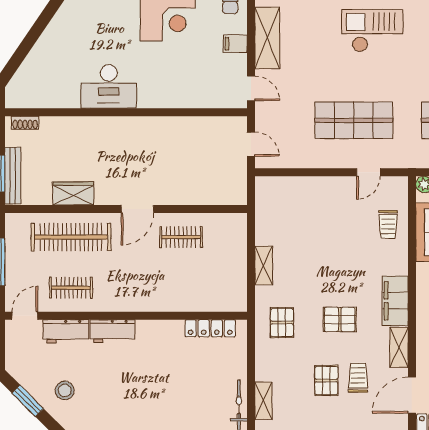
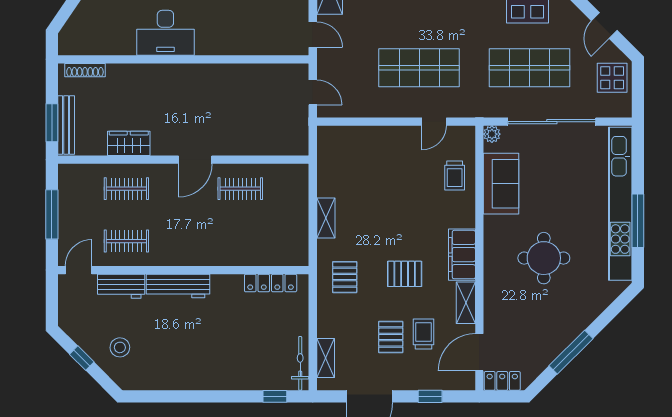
shoe rack: (25, 123) -> (85, 70), width x1.43
clothes rail: (71, 237) -> (126, 189), width x0.54, depth x0.76
workbench: (112, 331) -> (178, 286), width x1.38
window: (28, 401) -> (82, 358), width x0.67

